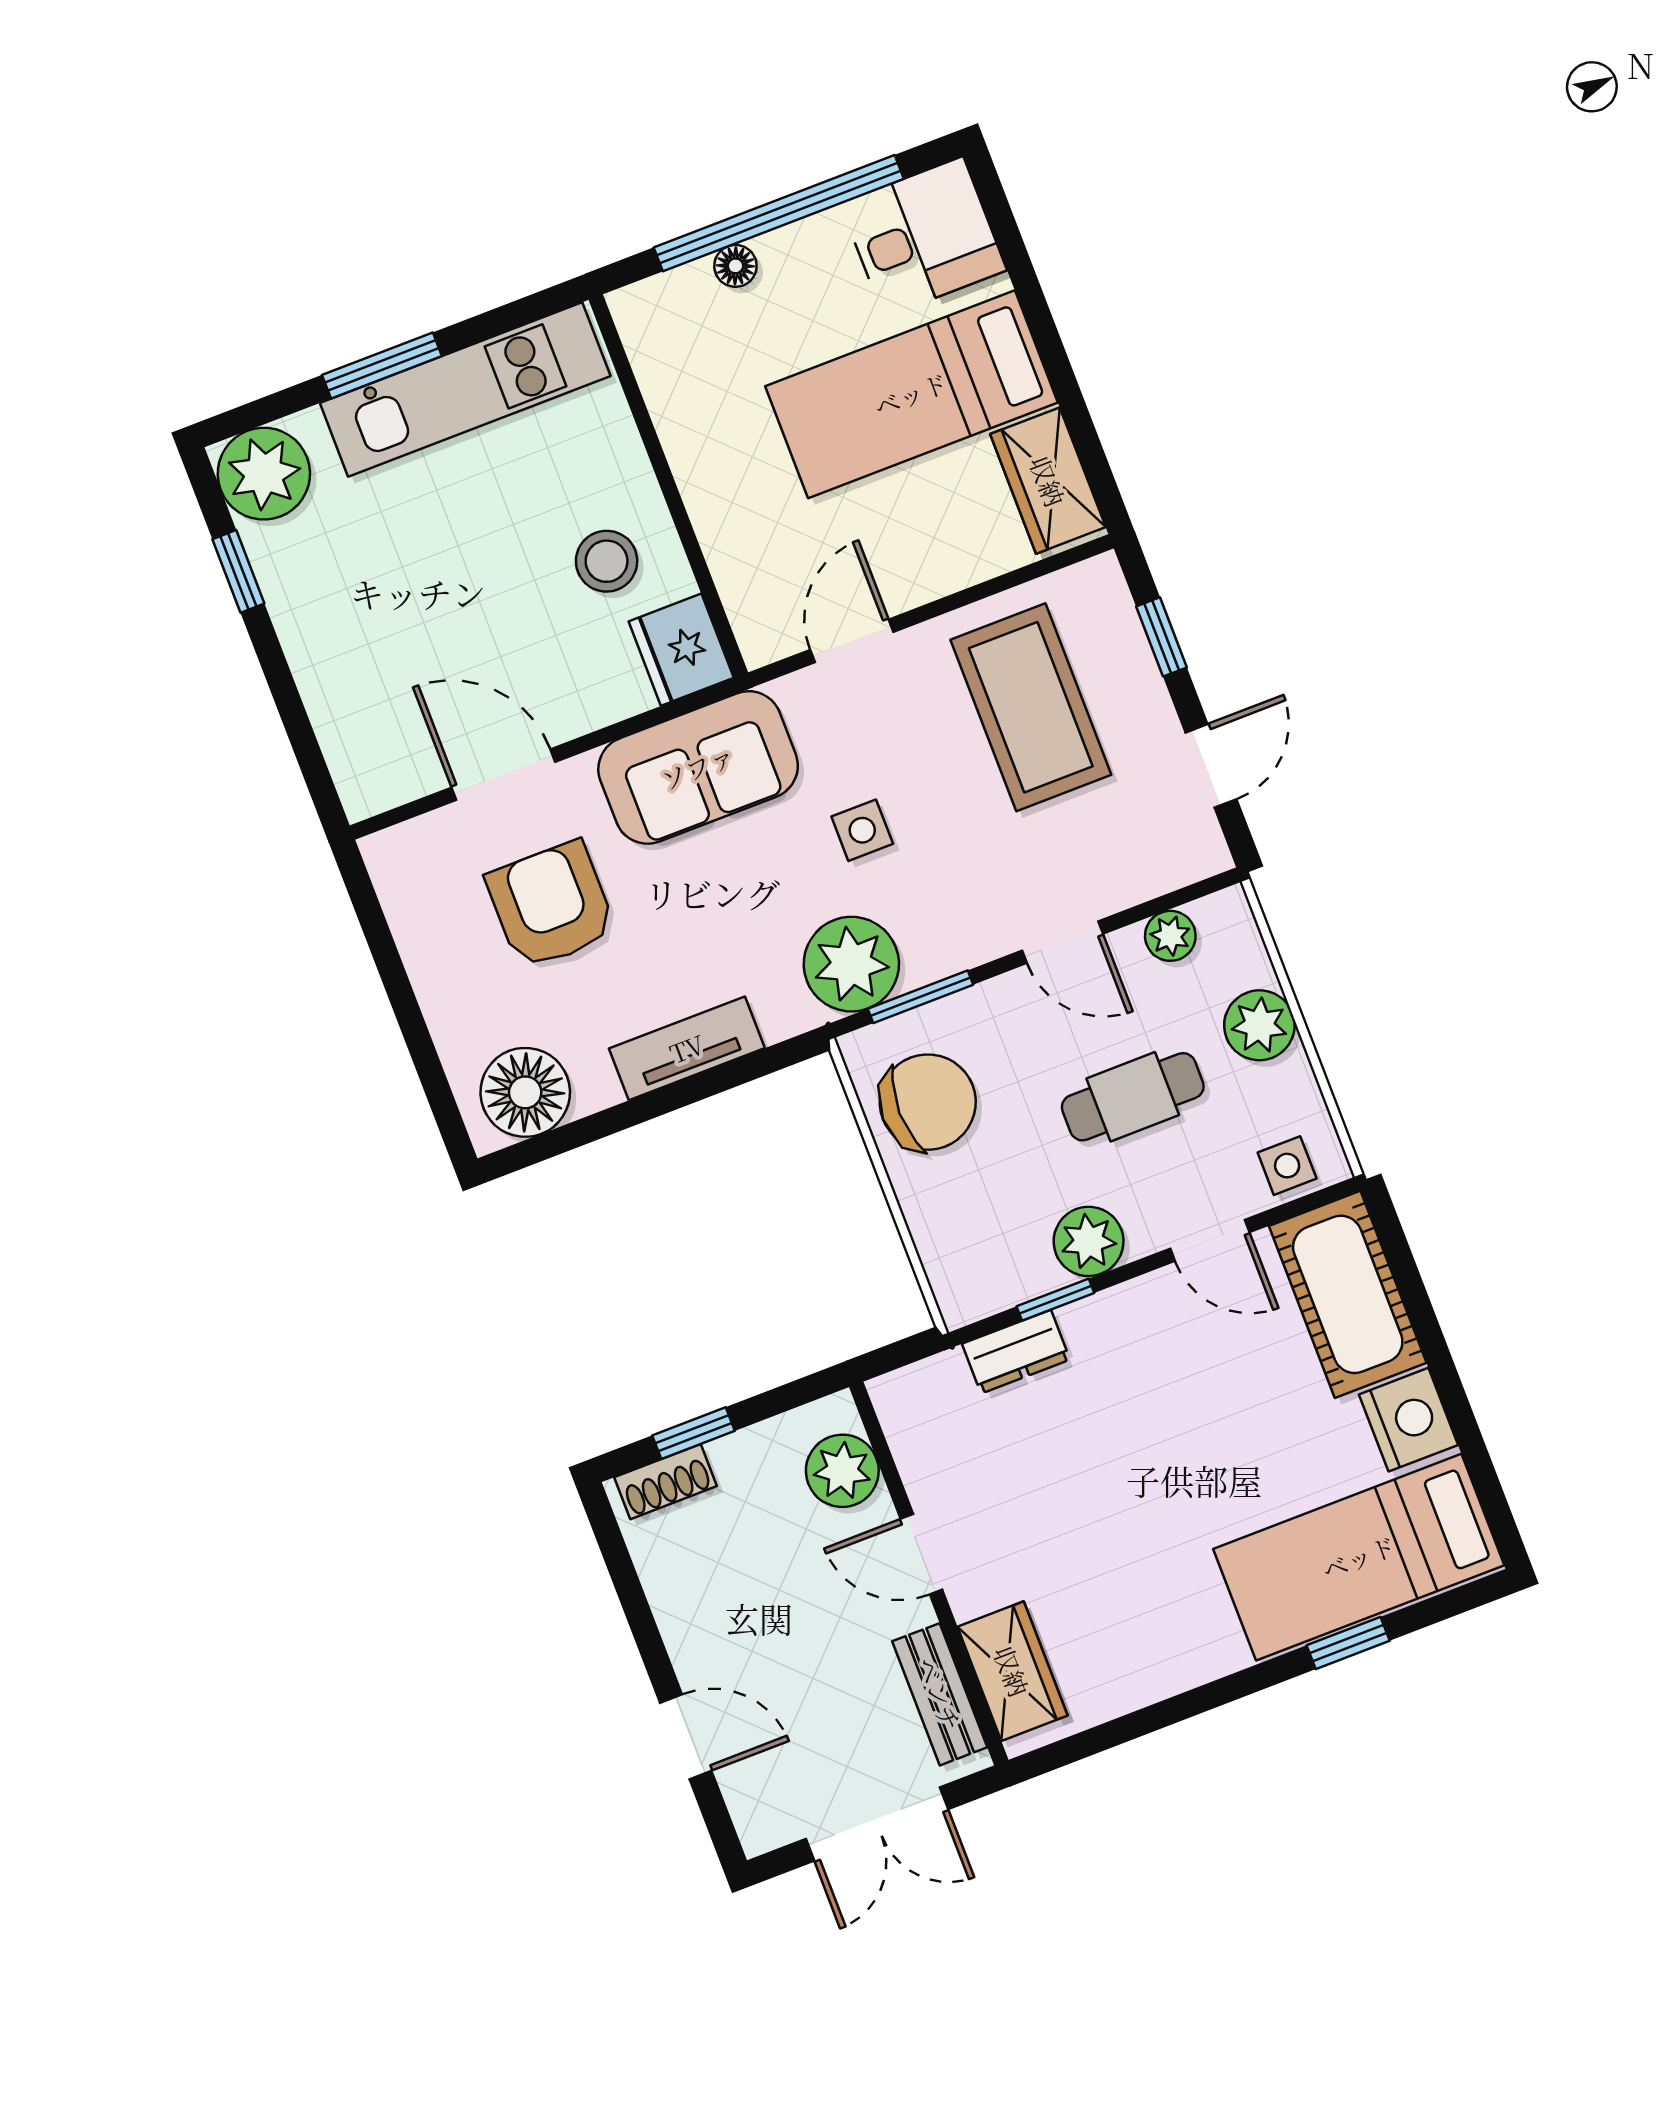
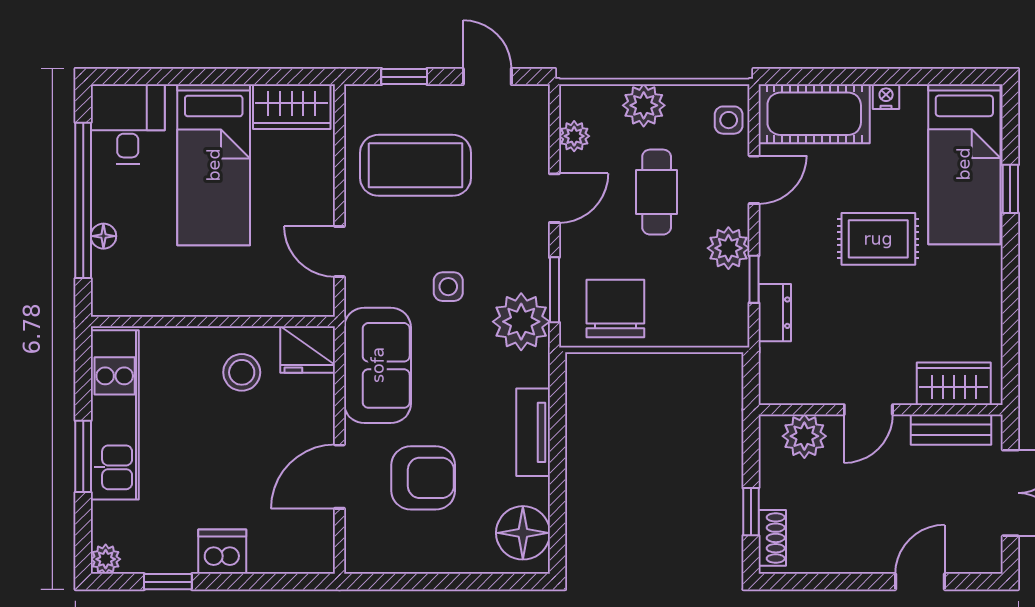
plant: (264, 474) -> (106, 559), width x0.53, depth x0.53
dishwasher: (317, 638) -> (222, 552), added
armchair: (551, 905) -> (423, 478), turned 180
nightstand: (1409, 1420) -> (886, 97), width x0.53, depth x0.56
rug: (1192, 1468) -> (878, 239), added

